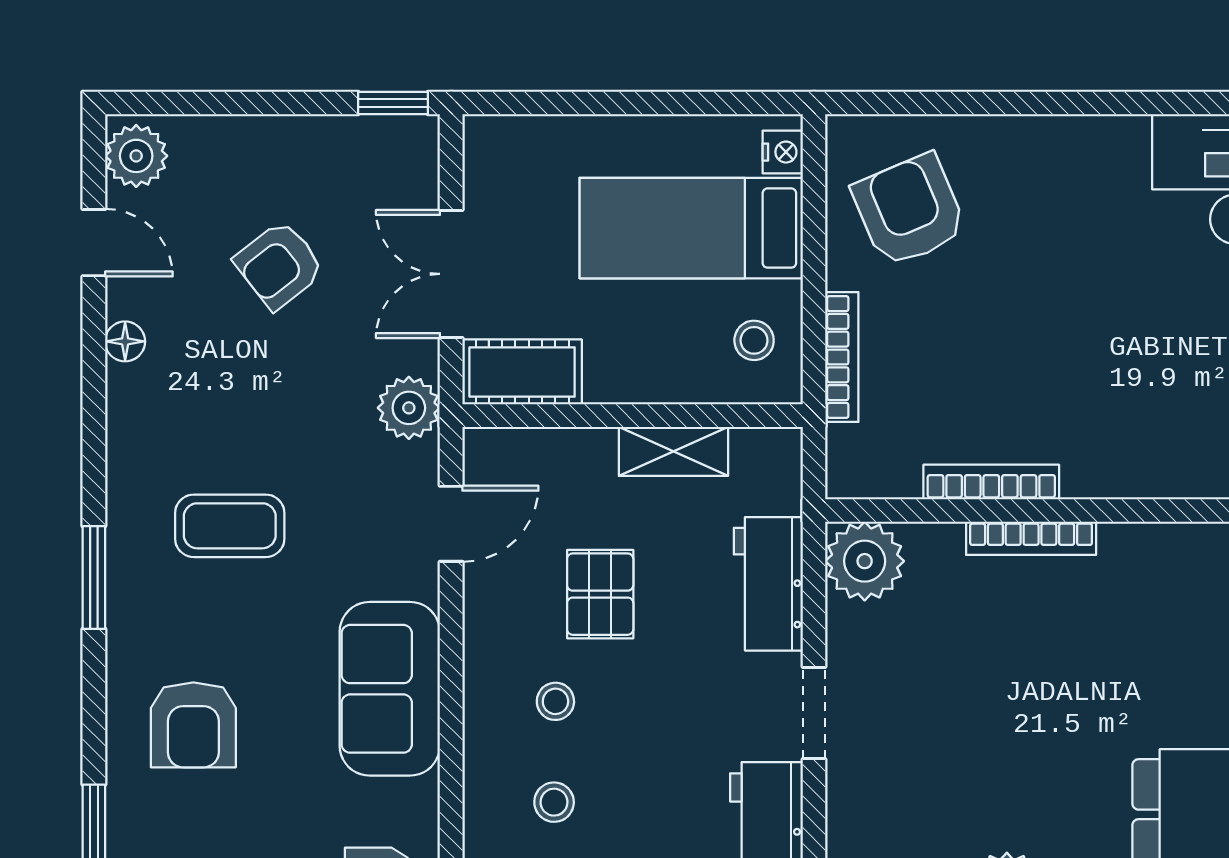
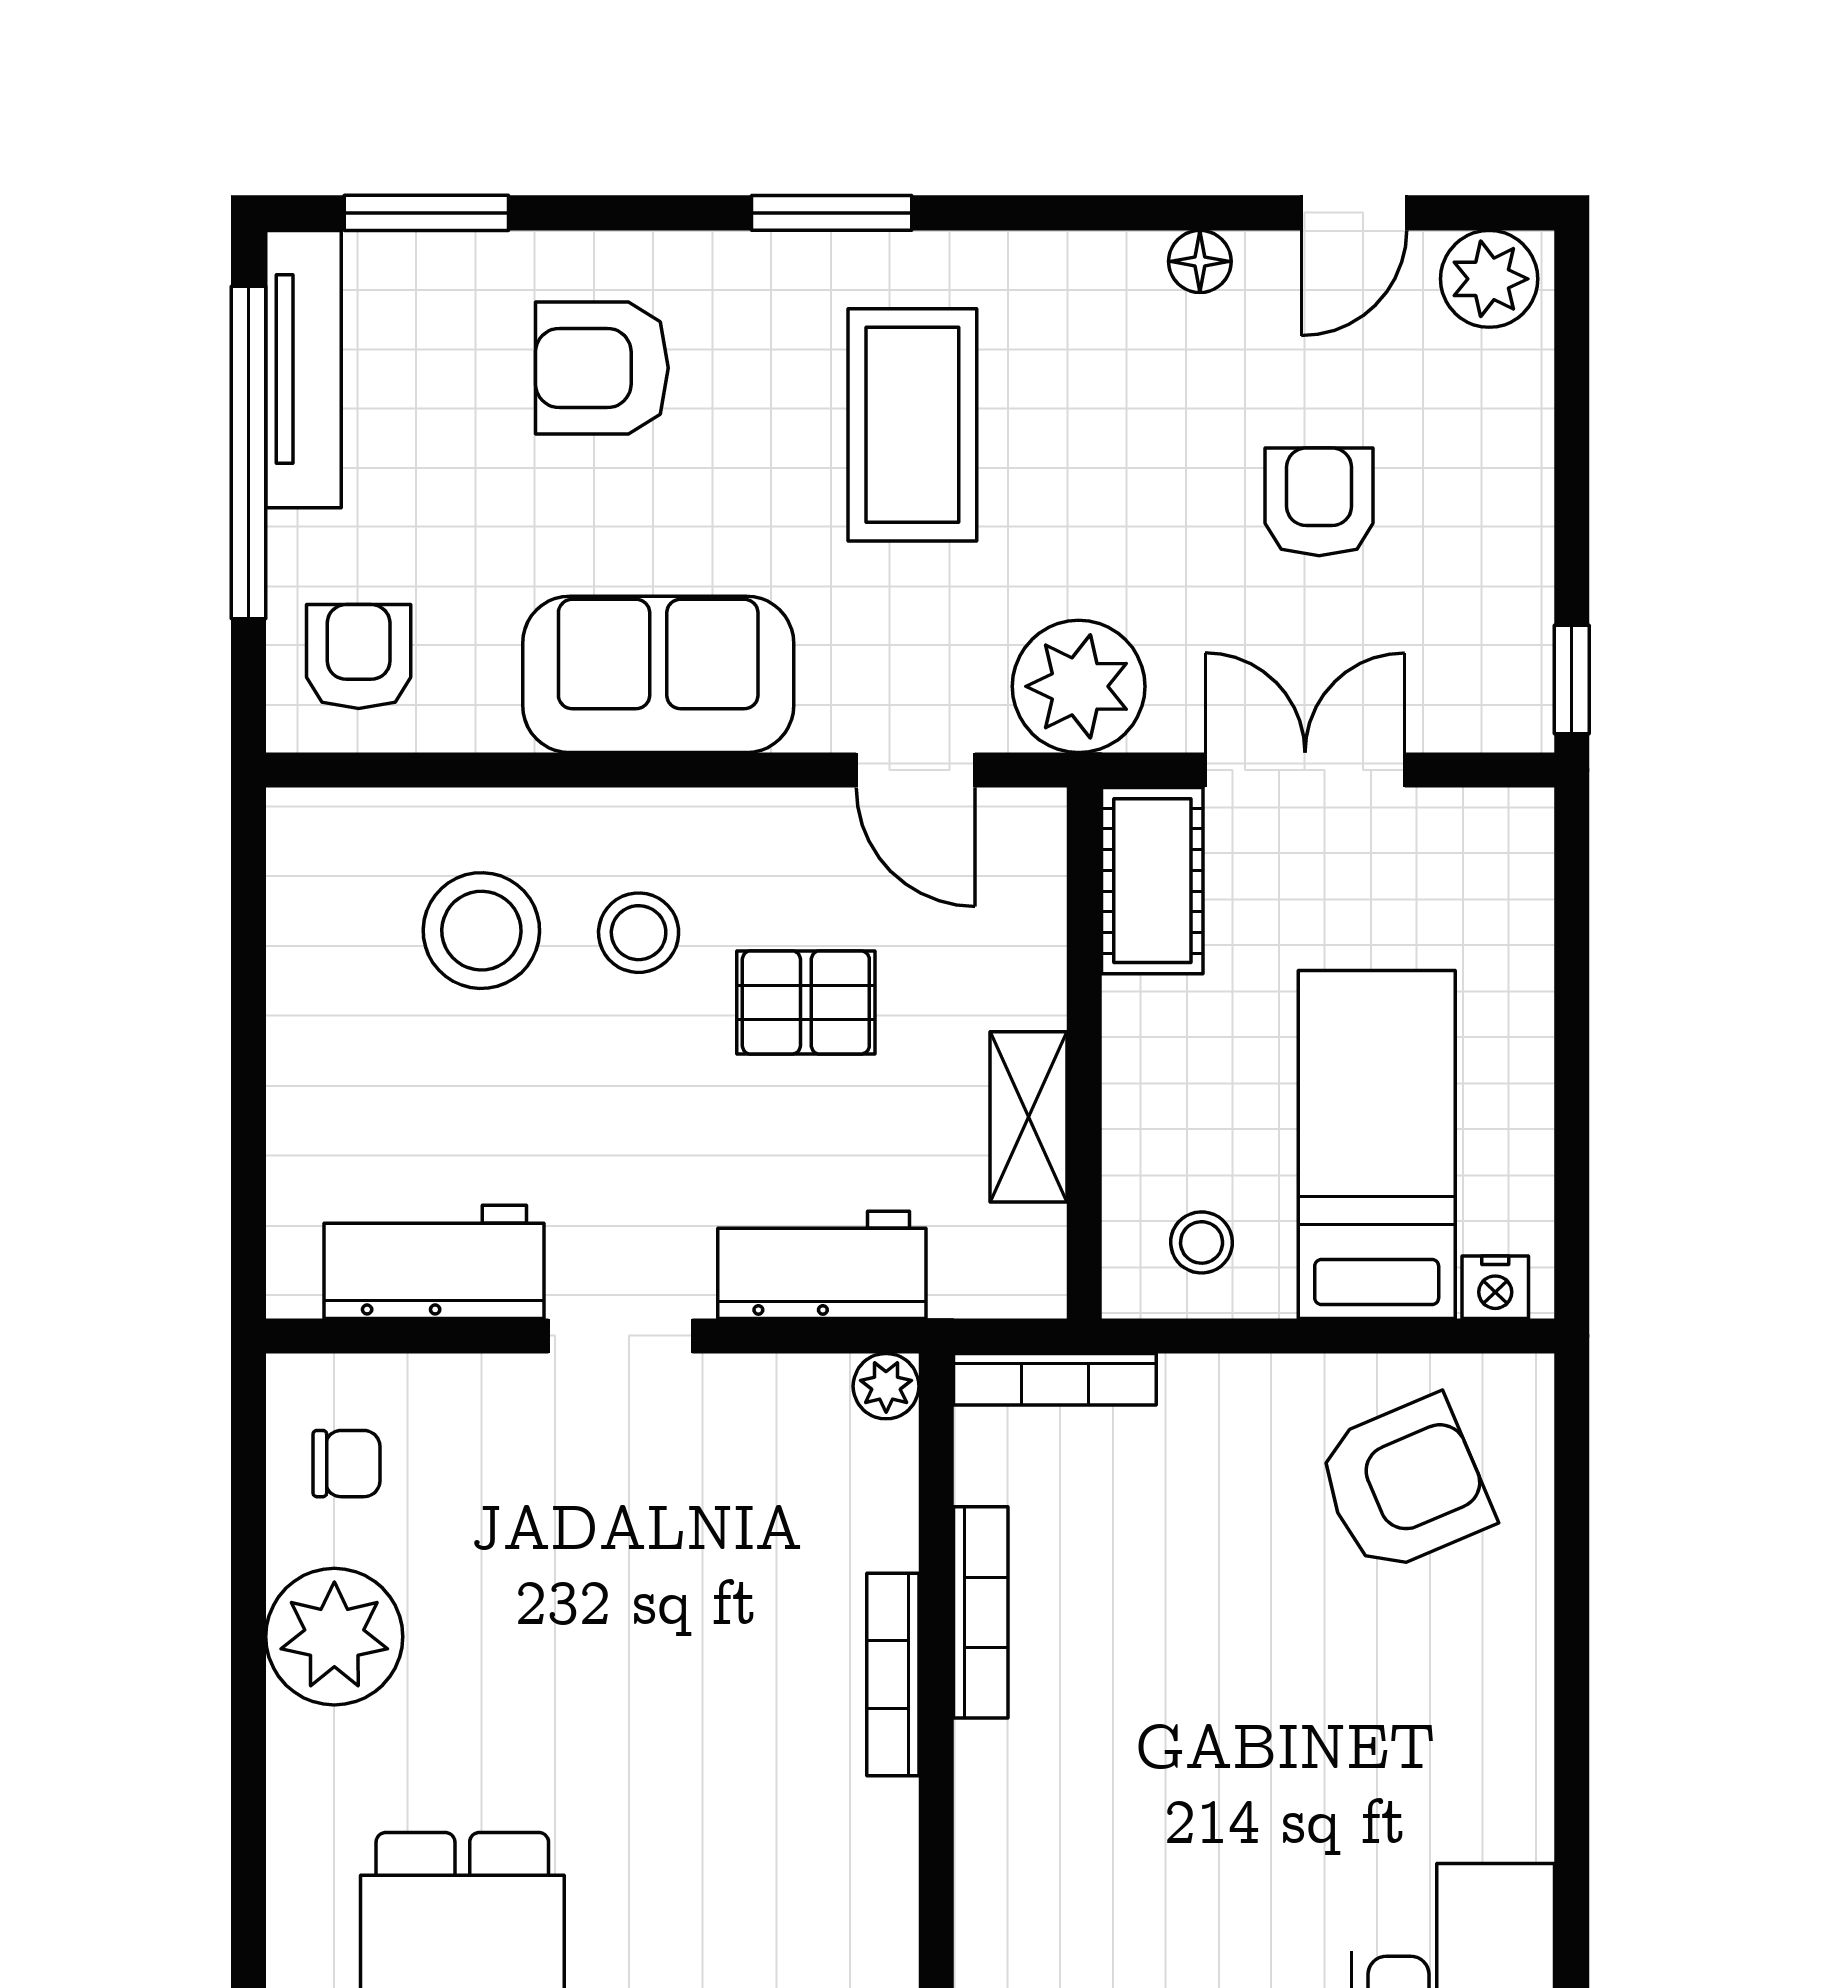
armchair: (279, 265) -> (1319, 502), turned 38
bookcase: (842, 357) -> (1055, 1379), moved
plant: (409, 408) -> (1079, 686), width x1.36, depth x1.36
coffee table: (230, 526) -> (912, 425), width x1.36, depth x1.32
plant: (865, 561) -> (886, 1386), width x0.53, depth x0.53
stool: (555, 701) -> (639, 933), width x1.37, depth x1.37
stool: (554, 802) -> (481, 931), width x1.89, depth x1.89

